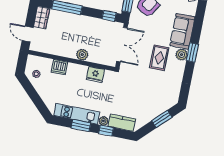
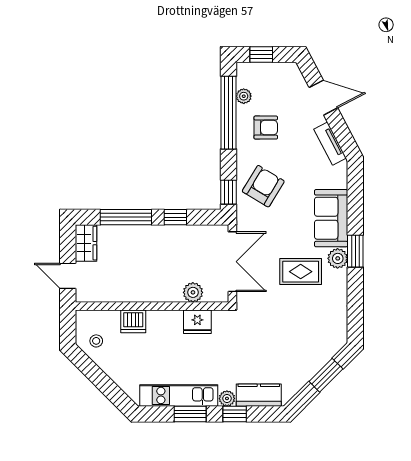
window: (109, 16) -> (175, 217), moved
plant: (82, 55) -> (193, 292), moved
rug: (159, 58) -> (301, 272), turned 90

